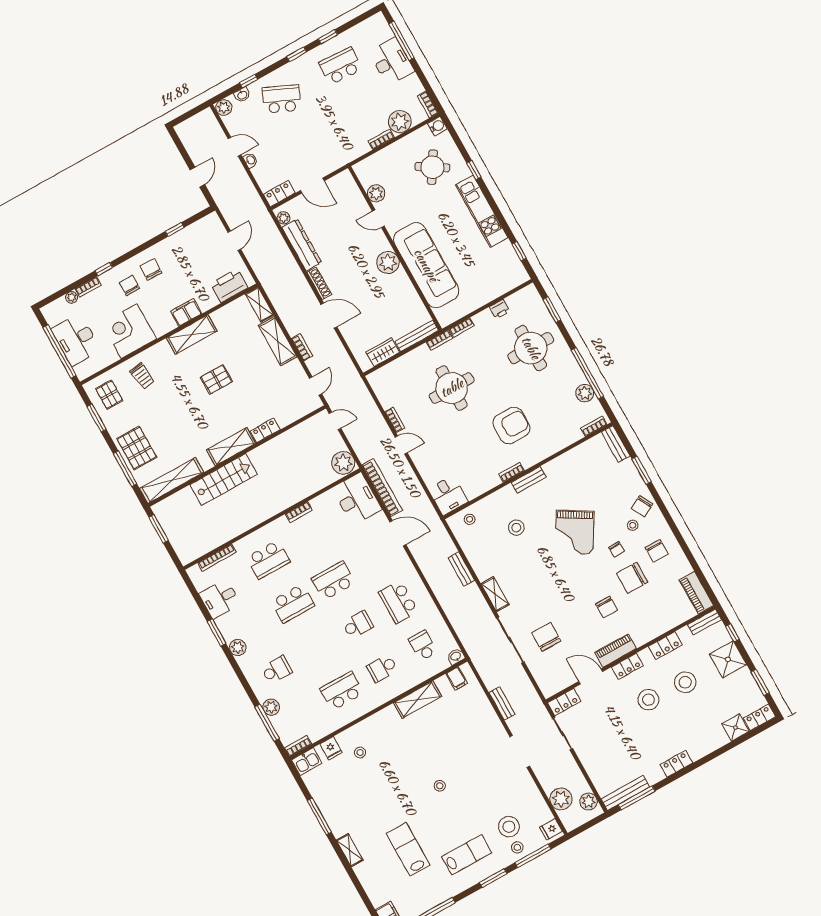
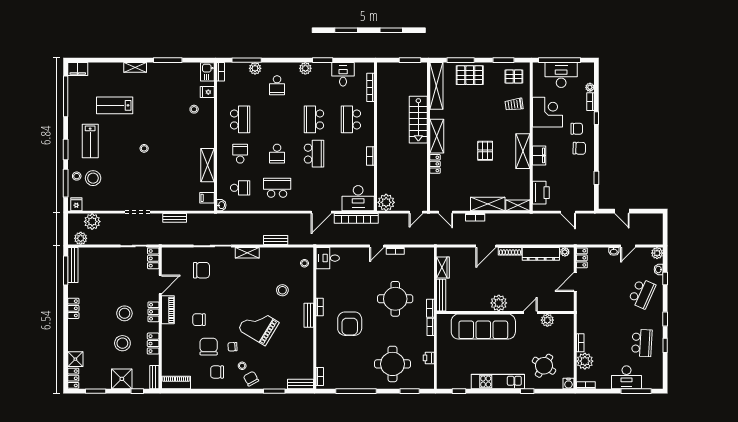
plant: (585, 393) -> (344, 382), removed
lab bench: (408, 849) -> (115, 105), turned 180

